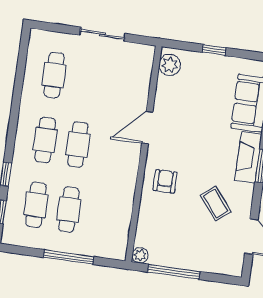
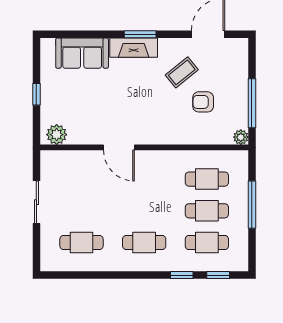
cafe table: (78, 145) -> (207, 179), moved
armchair: (165, 181) -> (203, 102), moved

